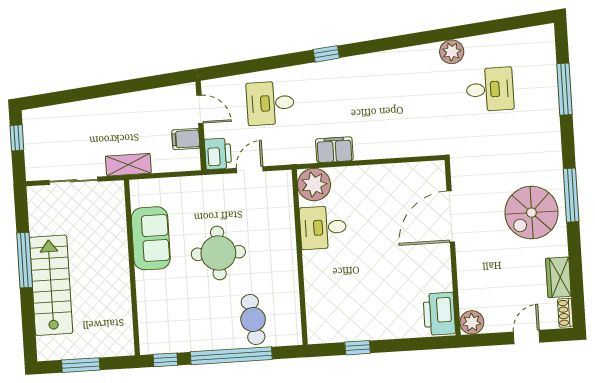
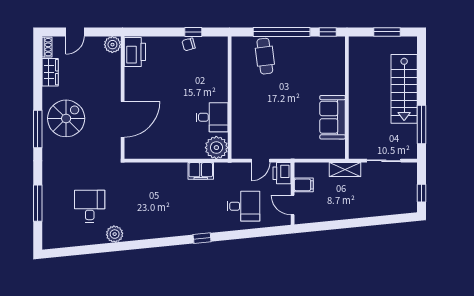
desk: (490, 89) -> (90, 206), turned 90
round table: (218, 253) -> (286, 104), removed
window: (25, 260) -> (422, 124), moved
chair: (363, 329) -> (189, 44), added

